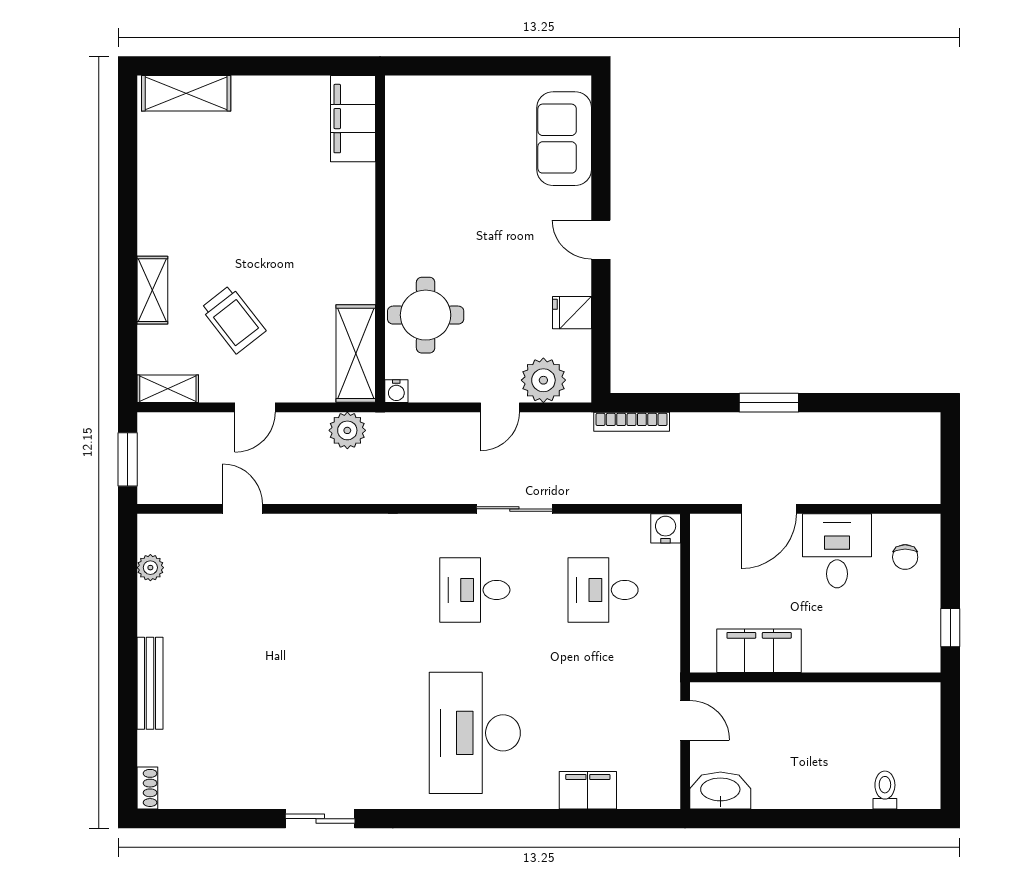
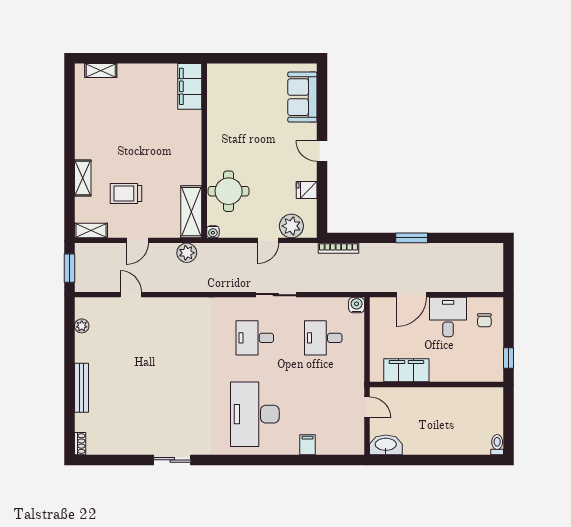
shelving: (186, 93) -> (101, 70), width x0.67, depth x0.75
trolley: (233, 319) -> (126, 194), turned 128
filing cabinet: (588, 790) -> (308, 445), width x0.50
toilet: (885, 790) -> (497, 445), moved

